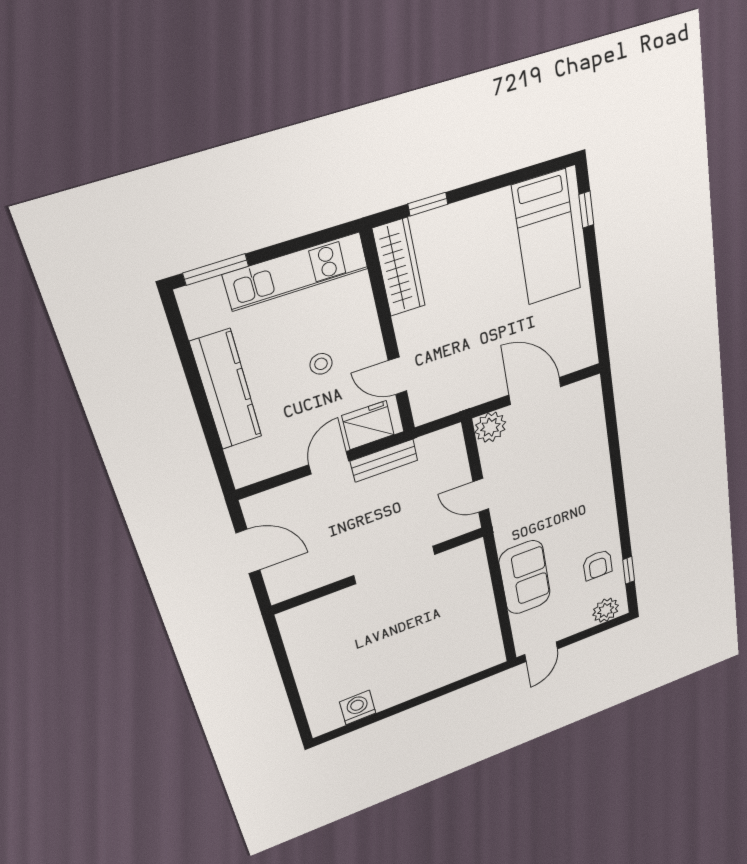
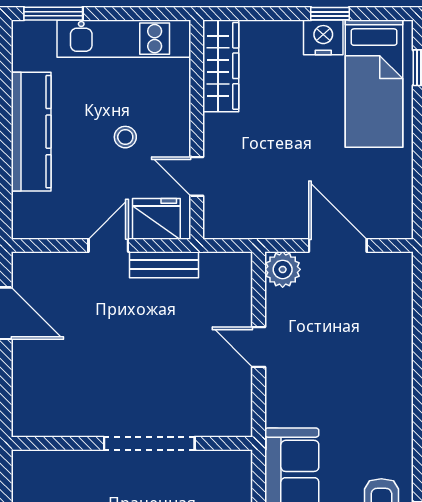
window: (428, 204) -> (330, 14), moved
nightstand: (493, 209) -> (323, 37), added
doorway: (394, 565) -> (149, 443), moved
wall: (379, 570) -> (132, 443), moved

